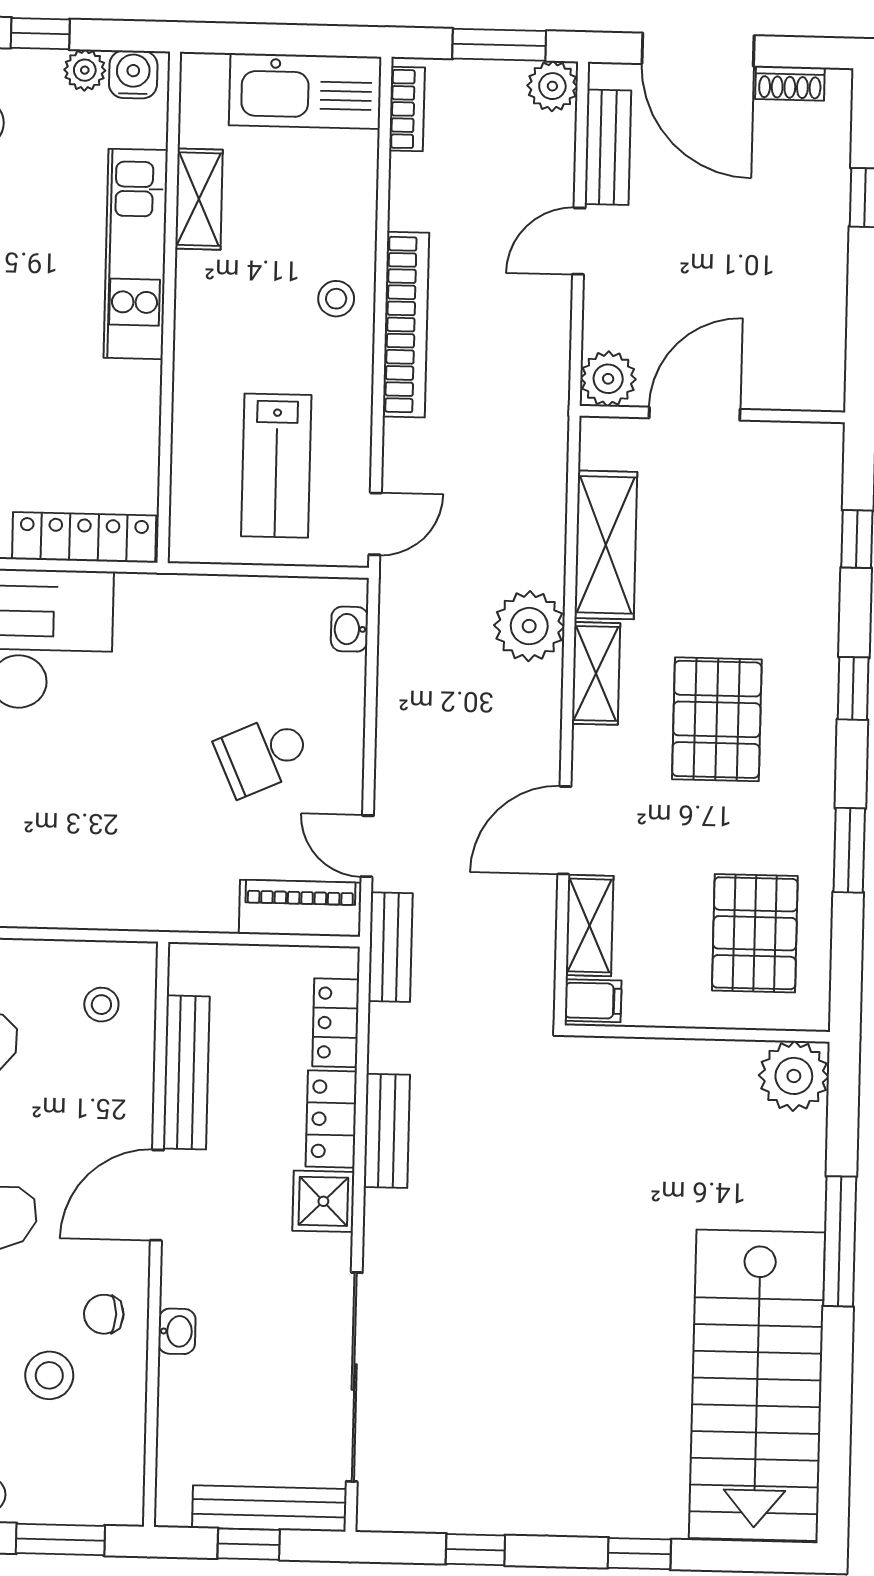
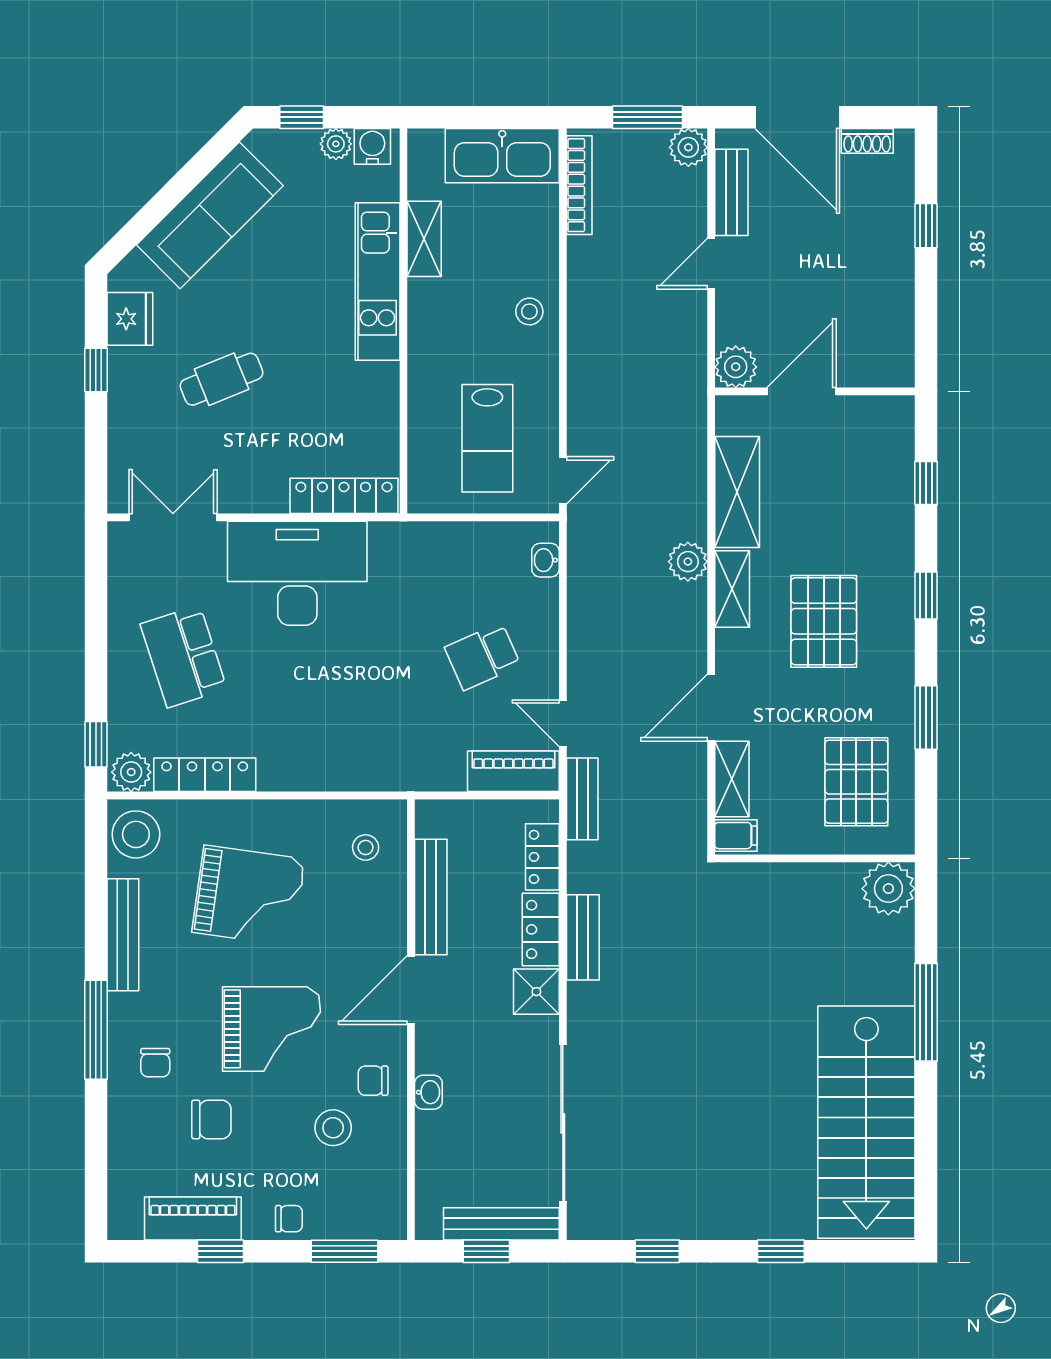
bookcase: (407, 109) -> (579, 185), width x1.56
bookcase: (406, 325) -> (582, 330), removed
plant: (529, 626) -> (688, 562), width x0.73, depth x0.73

